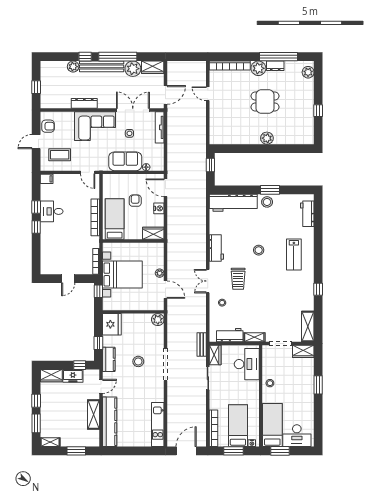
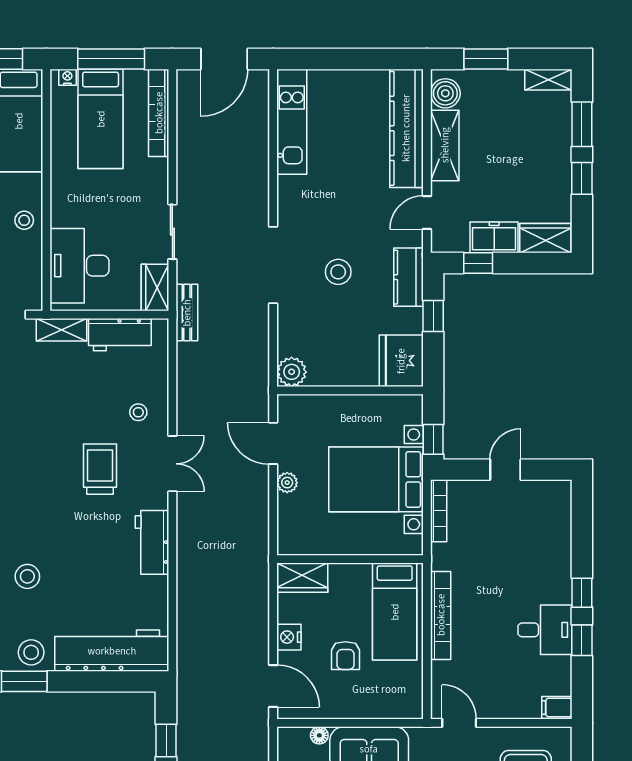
stool: (259, 250) -> (27, 576), moved
boiler: (93, 436) -> (445, 93), added
window: (233, 451) -> (111, 59), width x1.44

